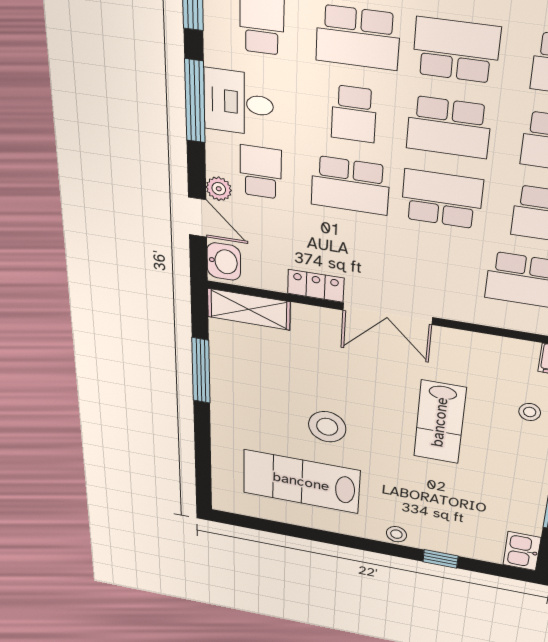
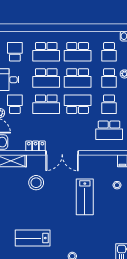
school desk: (456, 50) -> (78, 52), turned 180
school desk: (354, 114) -> (46, 78), width x1.85
stool: (327, 427) -> (36, 183), moved
lab bench: (301, 482) -> (33, 238), width x0.73, depth x0.72

